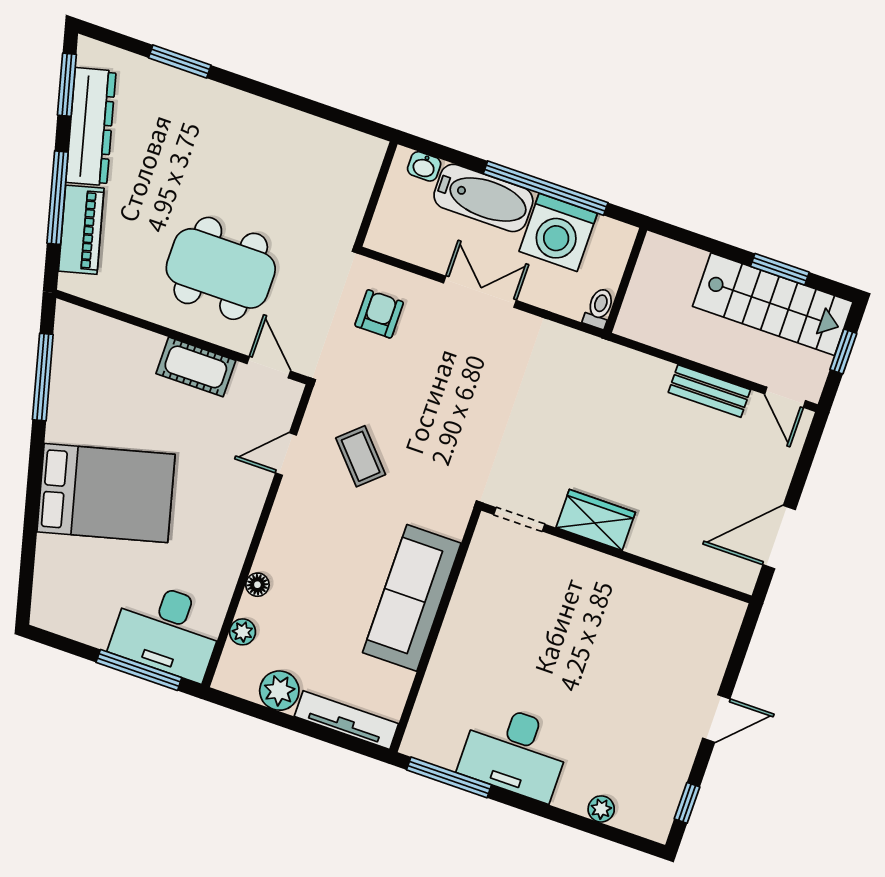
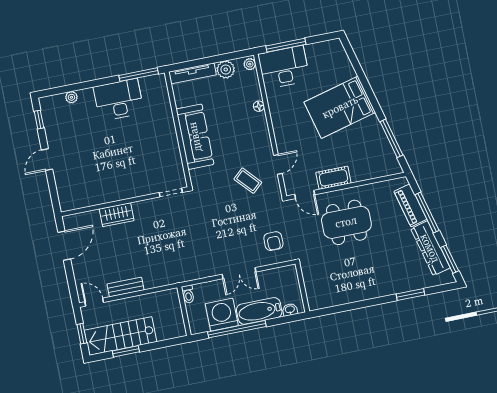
wardrobe: (596, 520) -> (117, 215), moved
plant: (242, 632) -> (250, 64), moved

